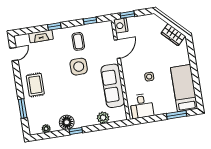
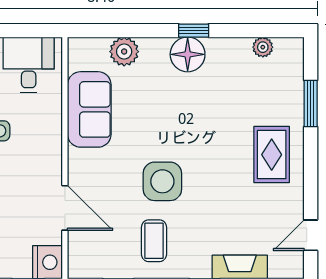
door: (117, 49) -> (65, 208), swing flipped
sofa: (113, 86) -> (89, 109), width x0.73
floor lamp: (67, 122) -> (188, 54), moved

